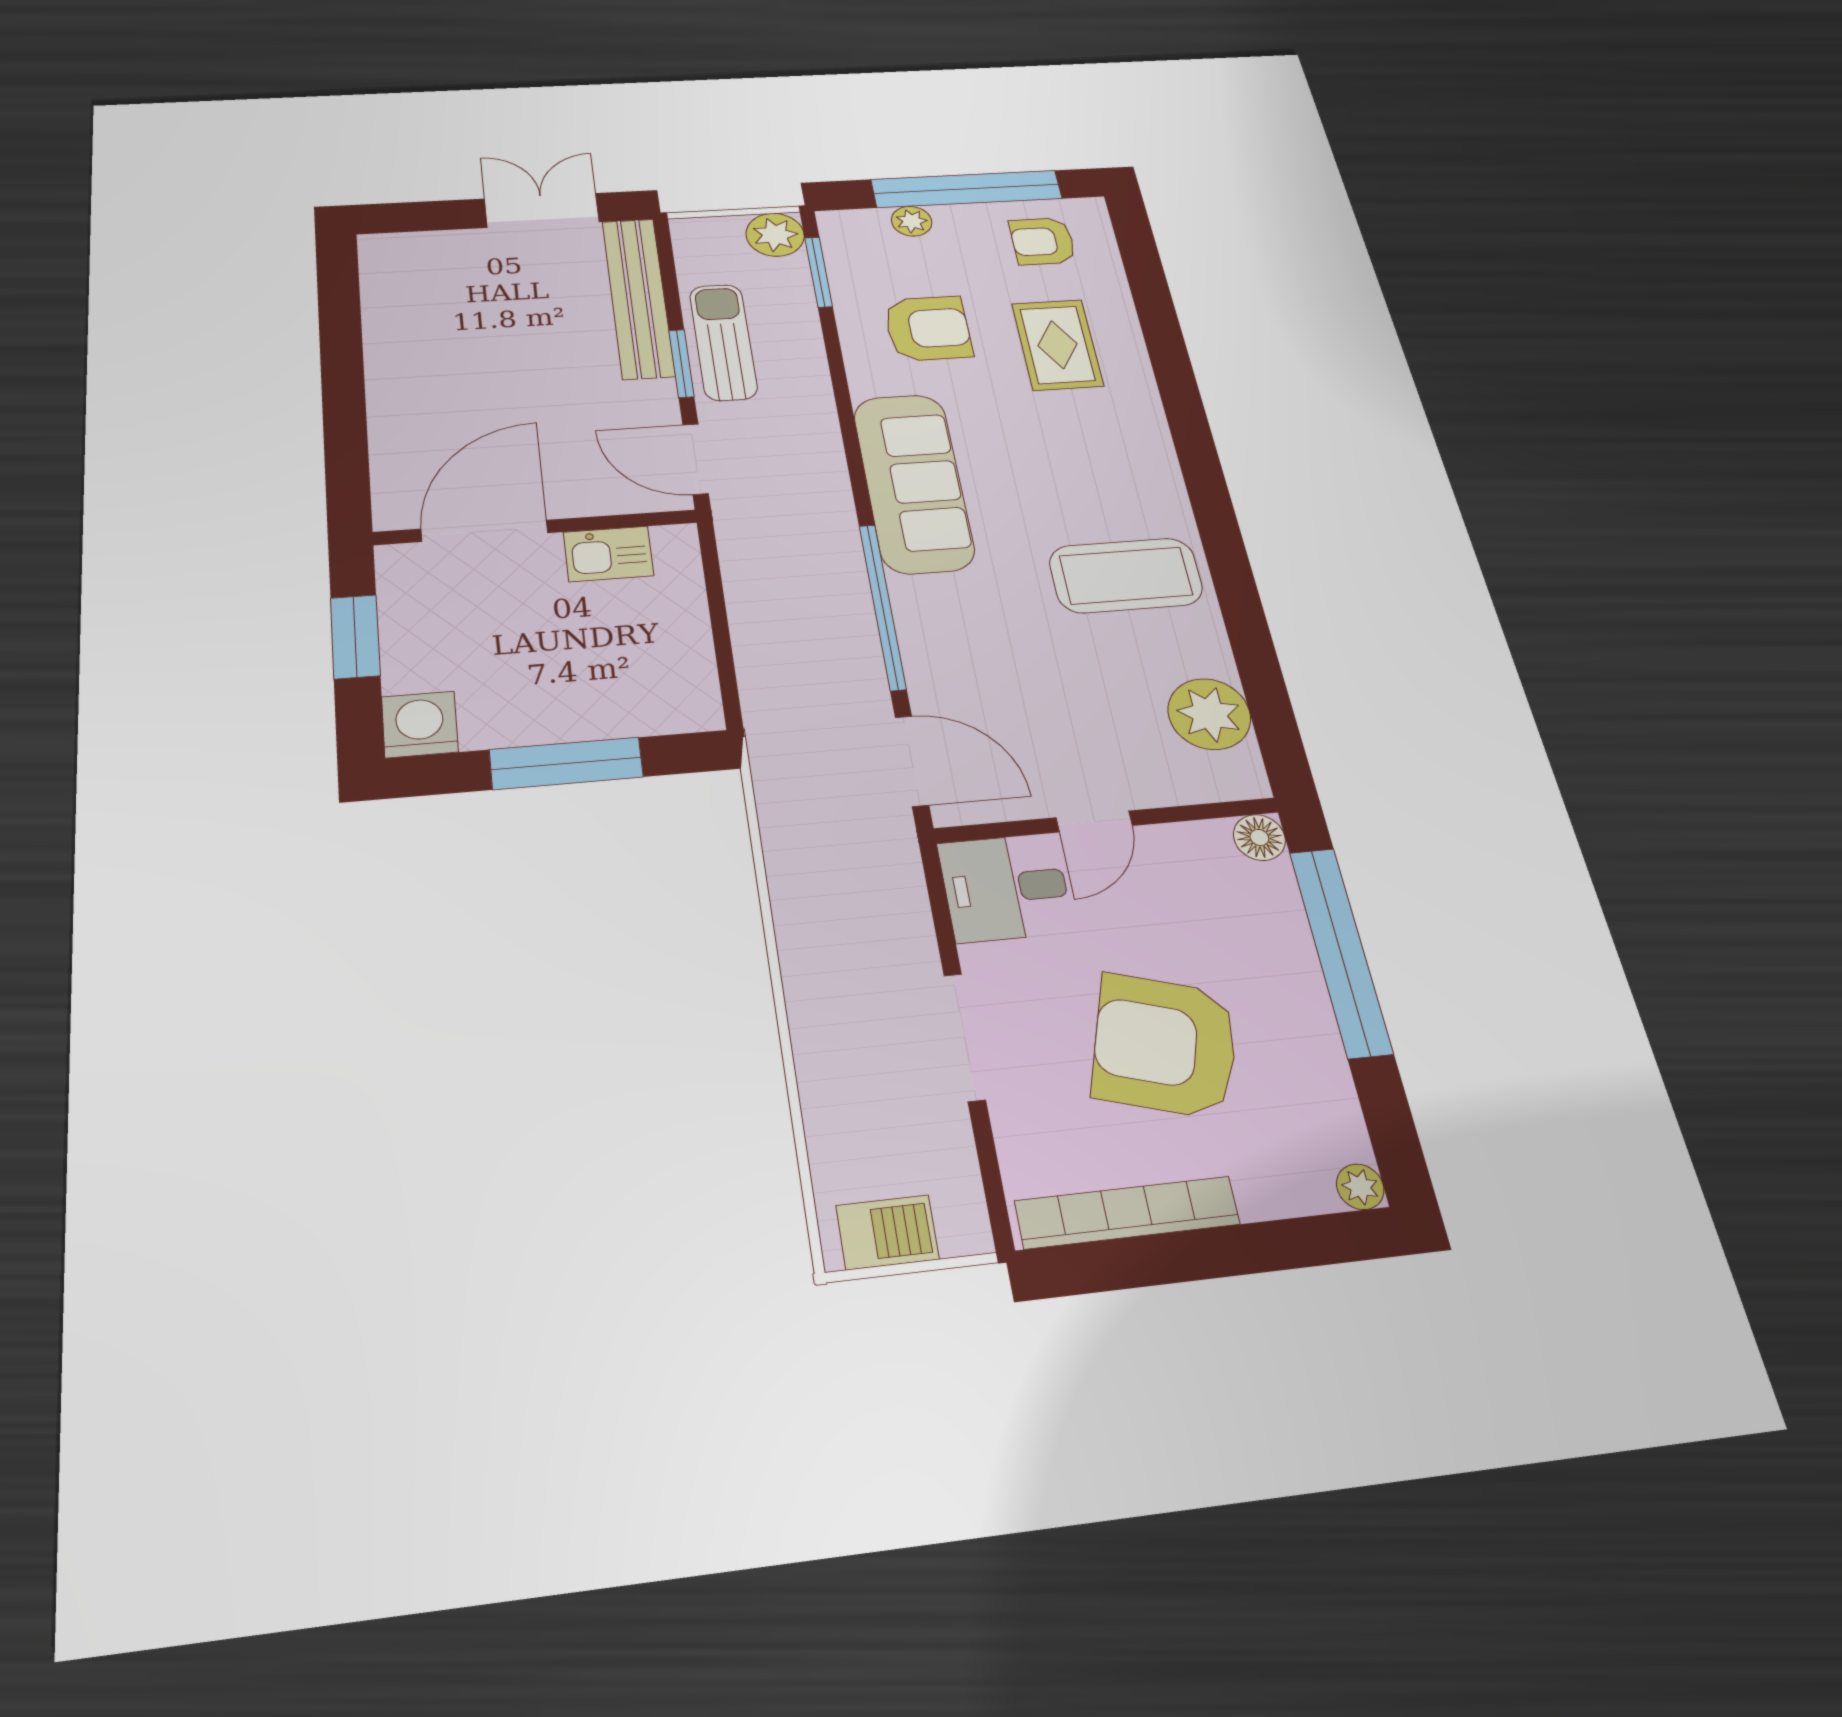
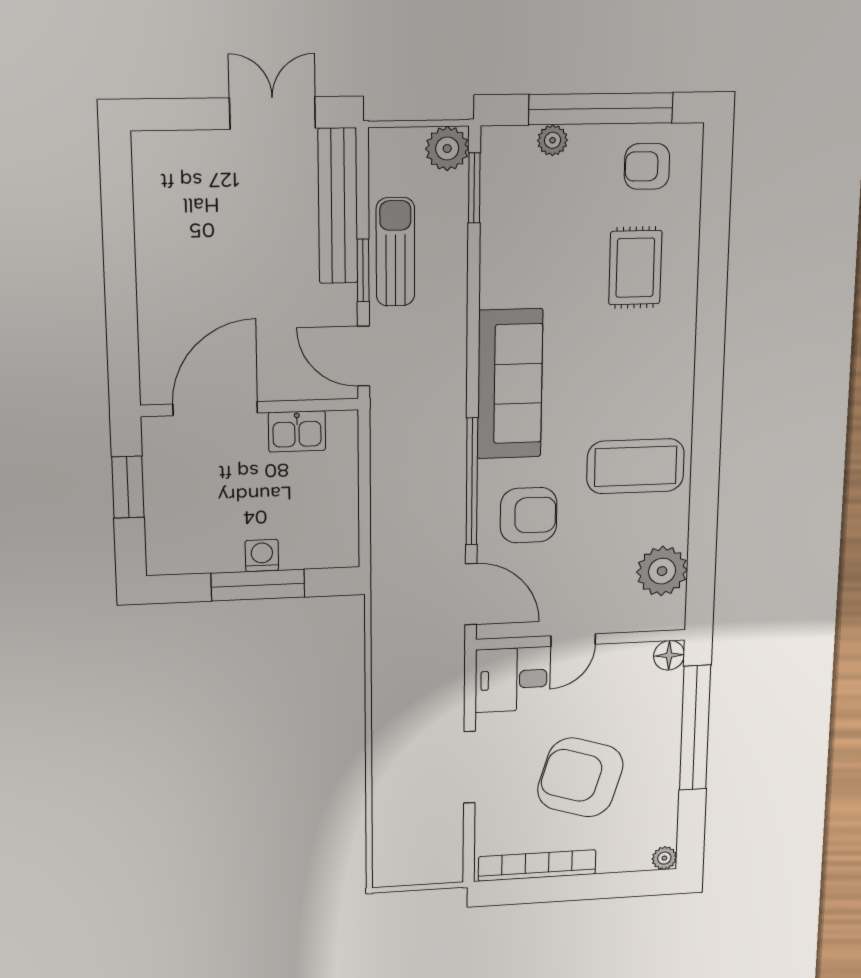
armchair: (928, 328) -> (529, 515), moved
washing machine: (420, 724) -> (262, 555), moved, width x0.73, depth x0.73
barbecue: (887, 1232) -> (408, 869), removed

